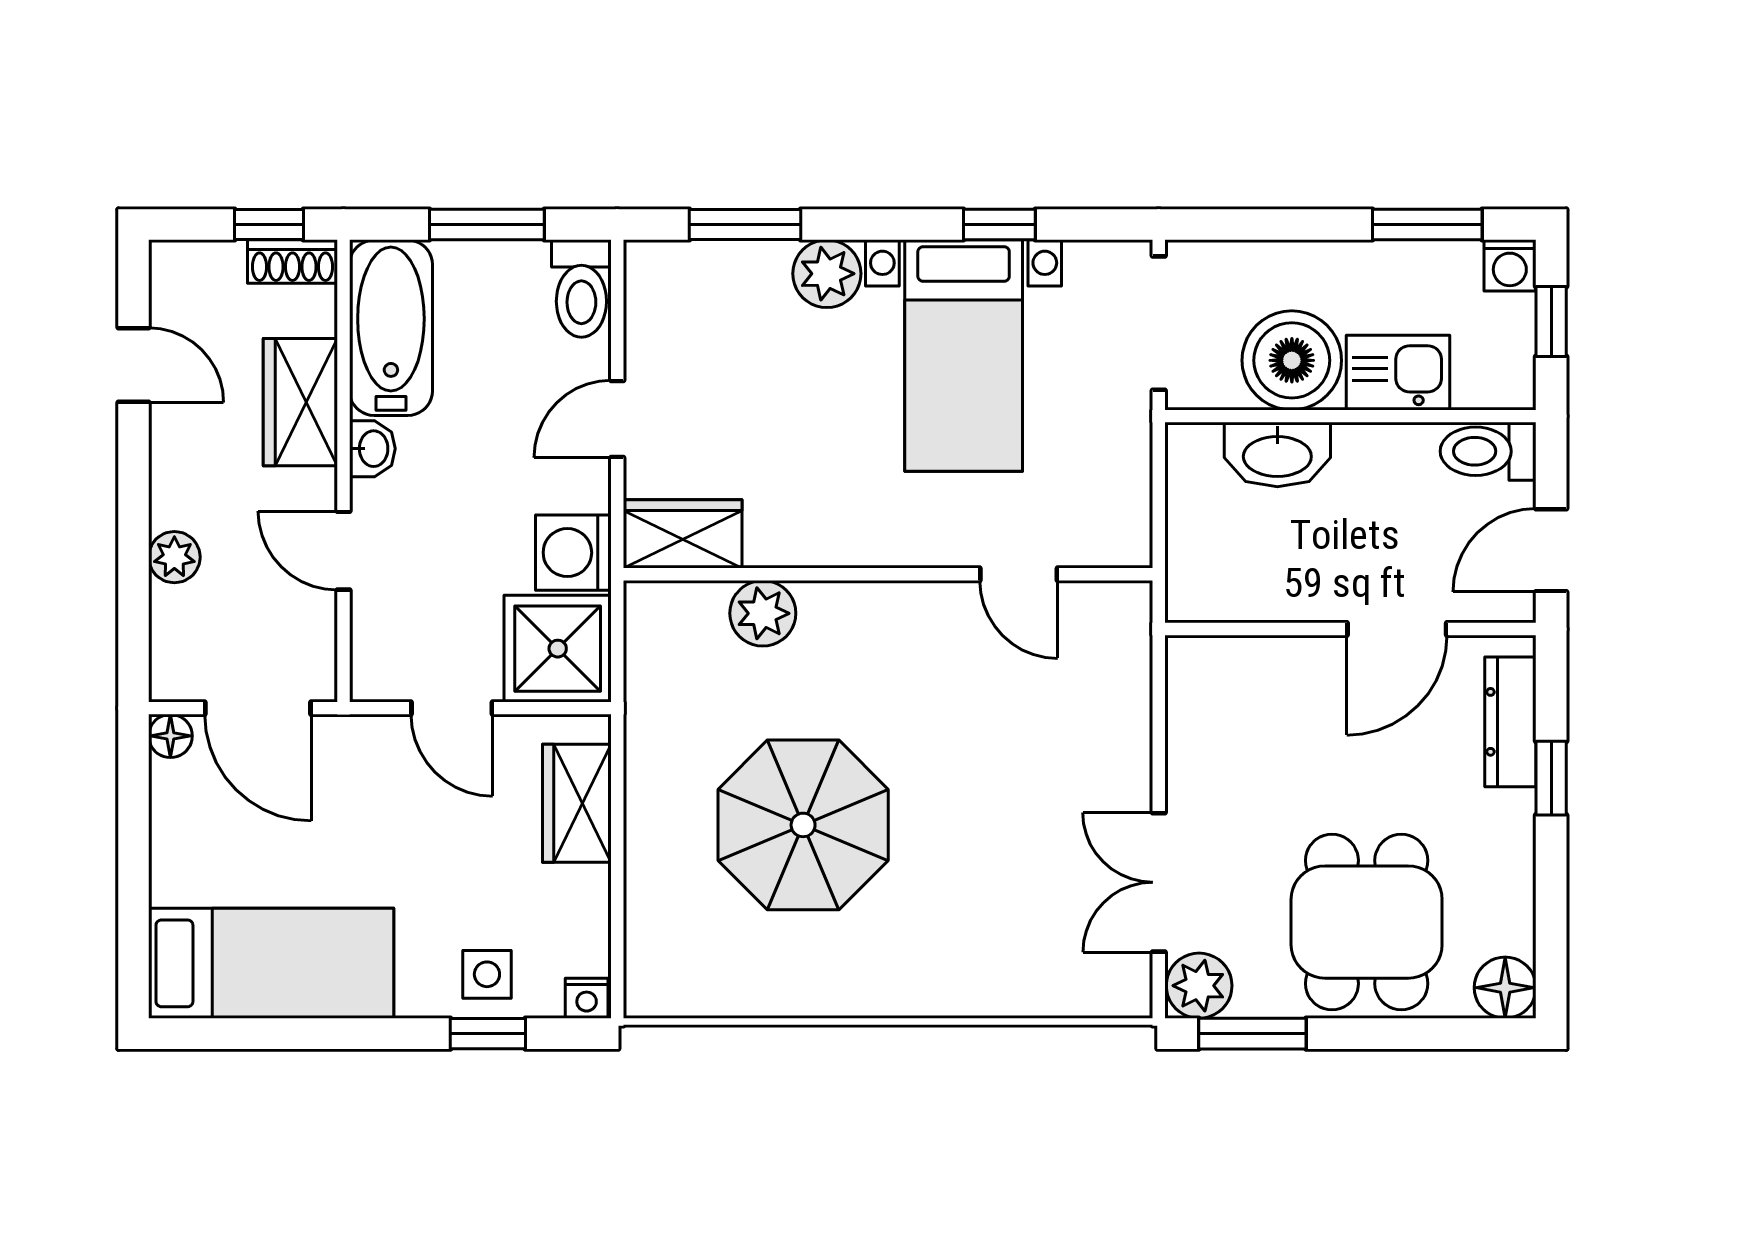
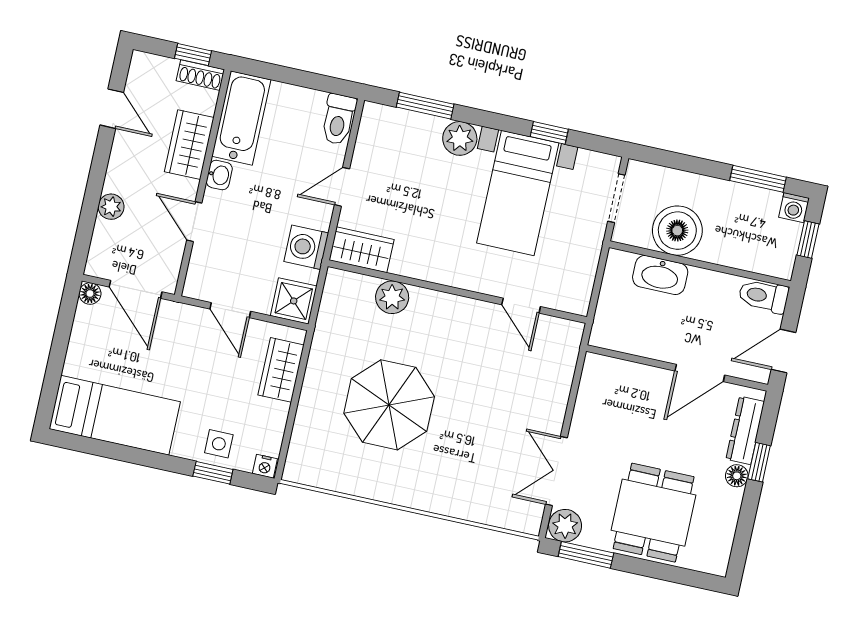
window: (487, 224) -> (299, 78), removed
doorway: (1159, 323) -> (616, 198), width x0.73
kitchen sink: (1398, 373) -> (728, 248), removed
shower: (558, 649) -> (294, 301), width x0.73, depth x0.73
floor lamp: (1505, 988) -> (737, 476), moved, width x0.73, depth x0.73

